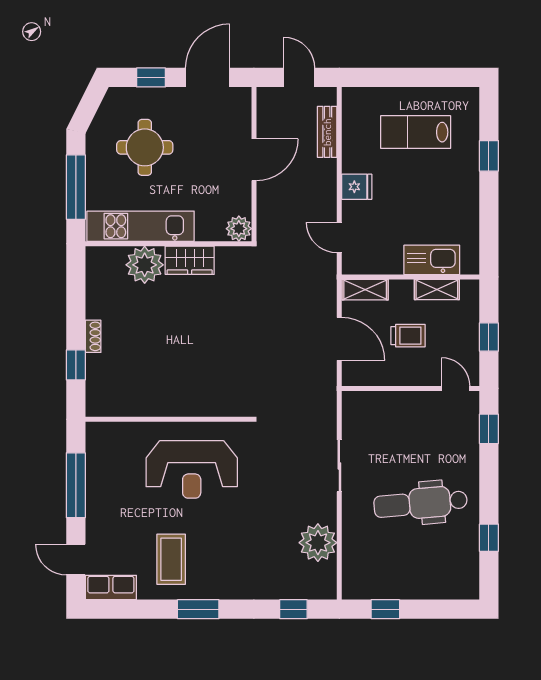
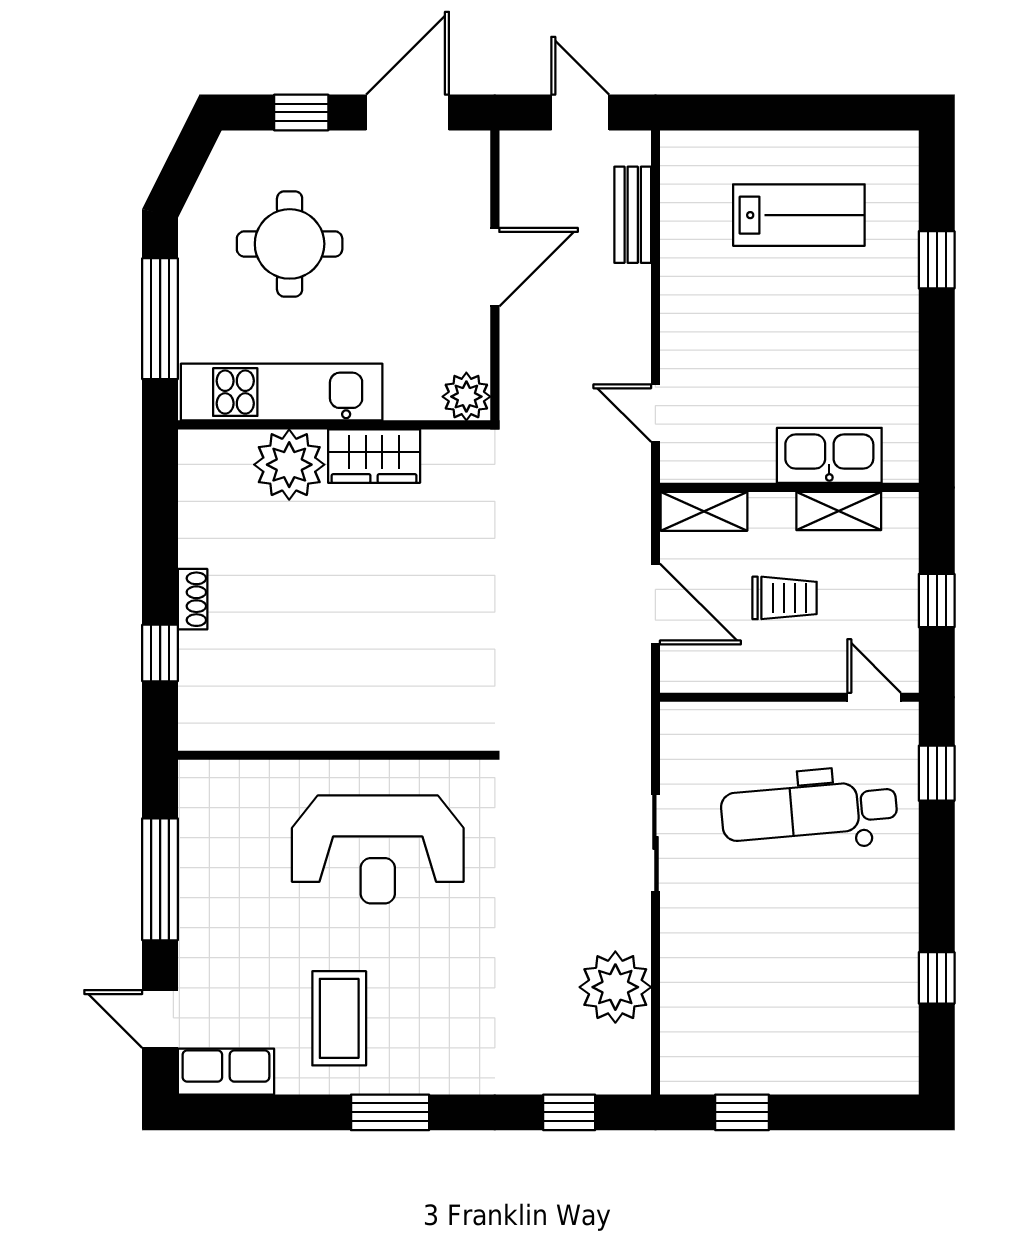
lab bench: (416, 132) -> (799, 215), turned 180
fridge: (357, 187) -> (688, 318), removed
dental chair: (421, 503) -> (809, 811), moved

